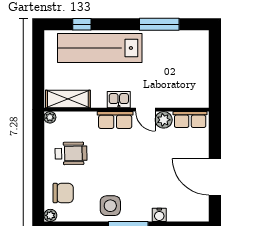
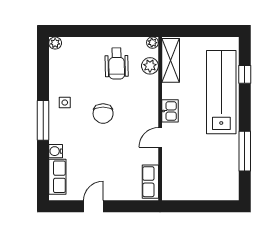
row of seats: (115, 120) -> (57, 177), moved, turned 180
plant: (164, 120) -> (150, 66), moved
door: (215, 177) -> (93, 206), width x0.53
chair: (63, 193) -> (103, 114), moved
side table: (110, 206) -> (65, 103), width x0.54, depth x0.54

